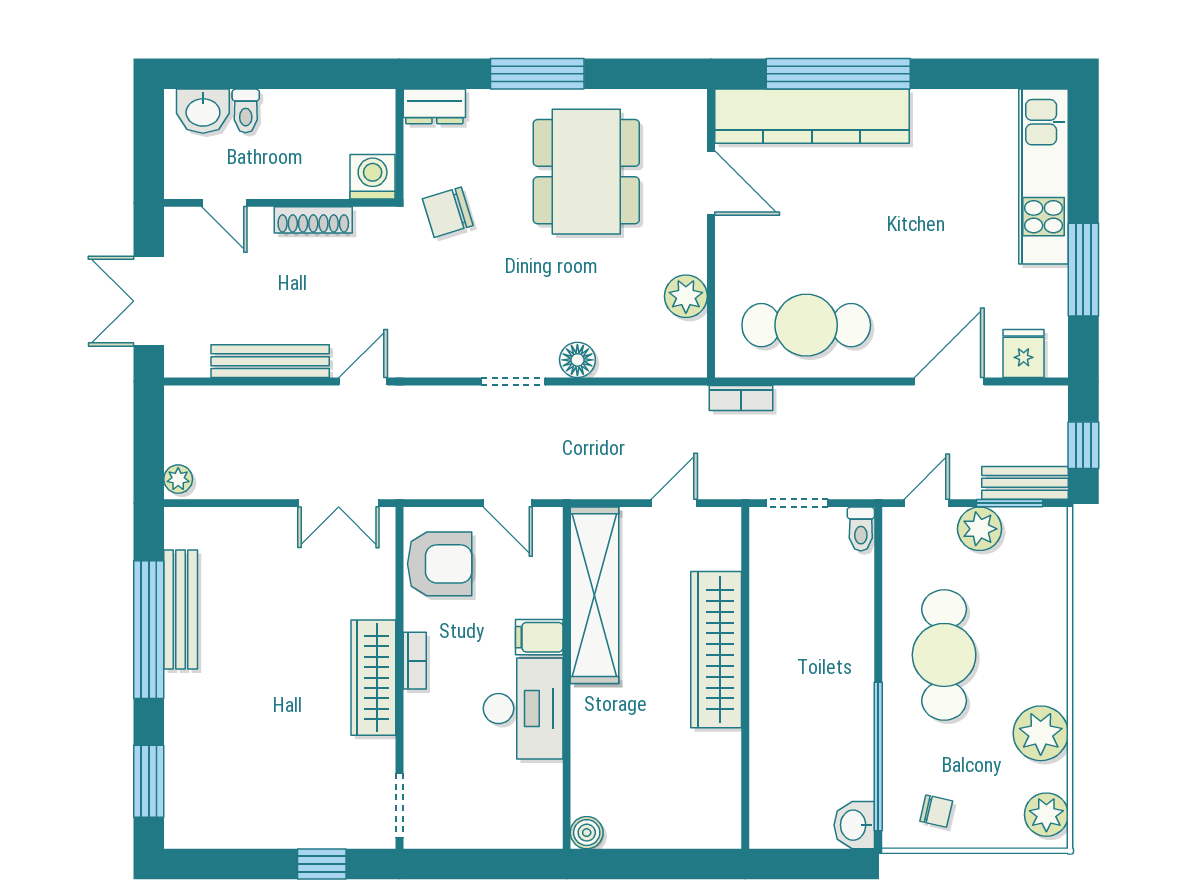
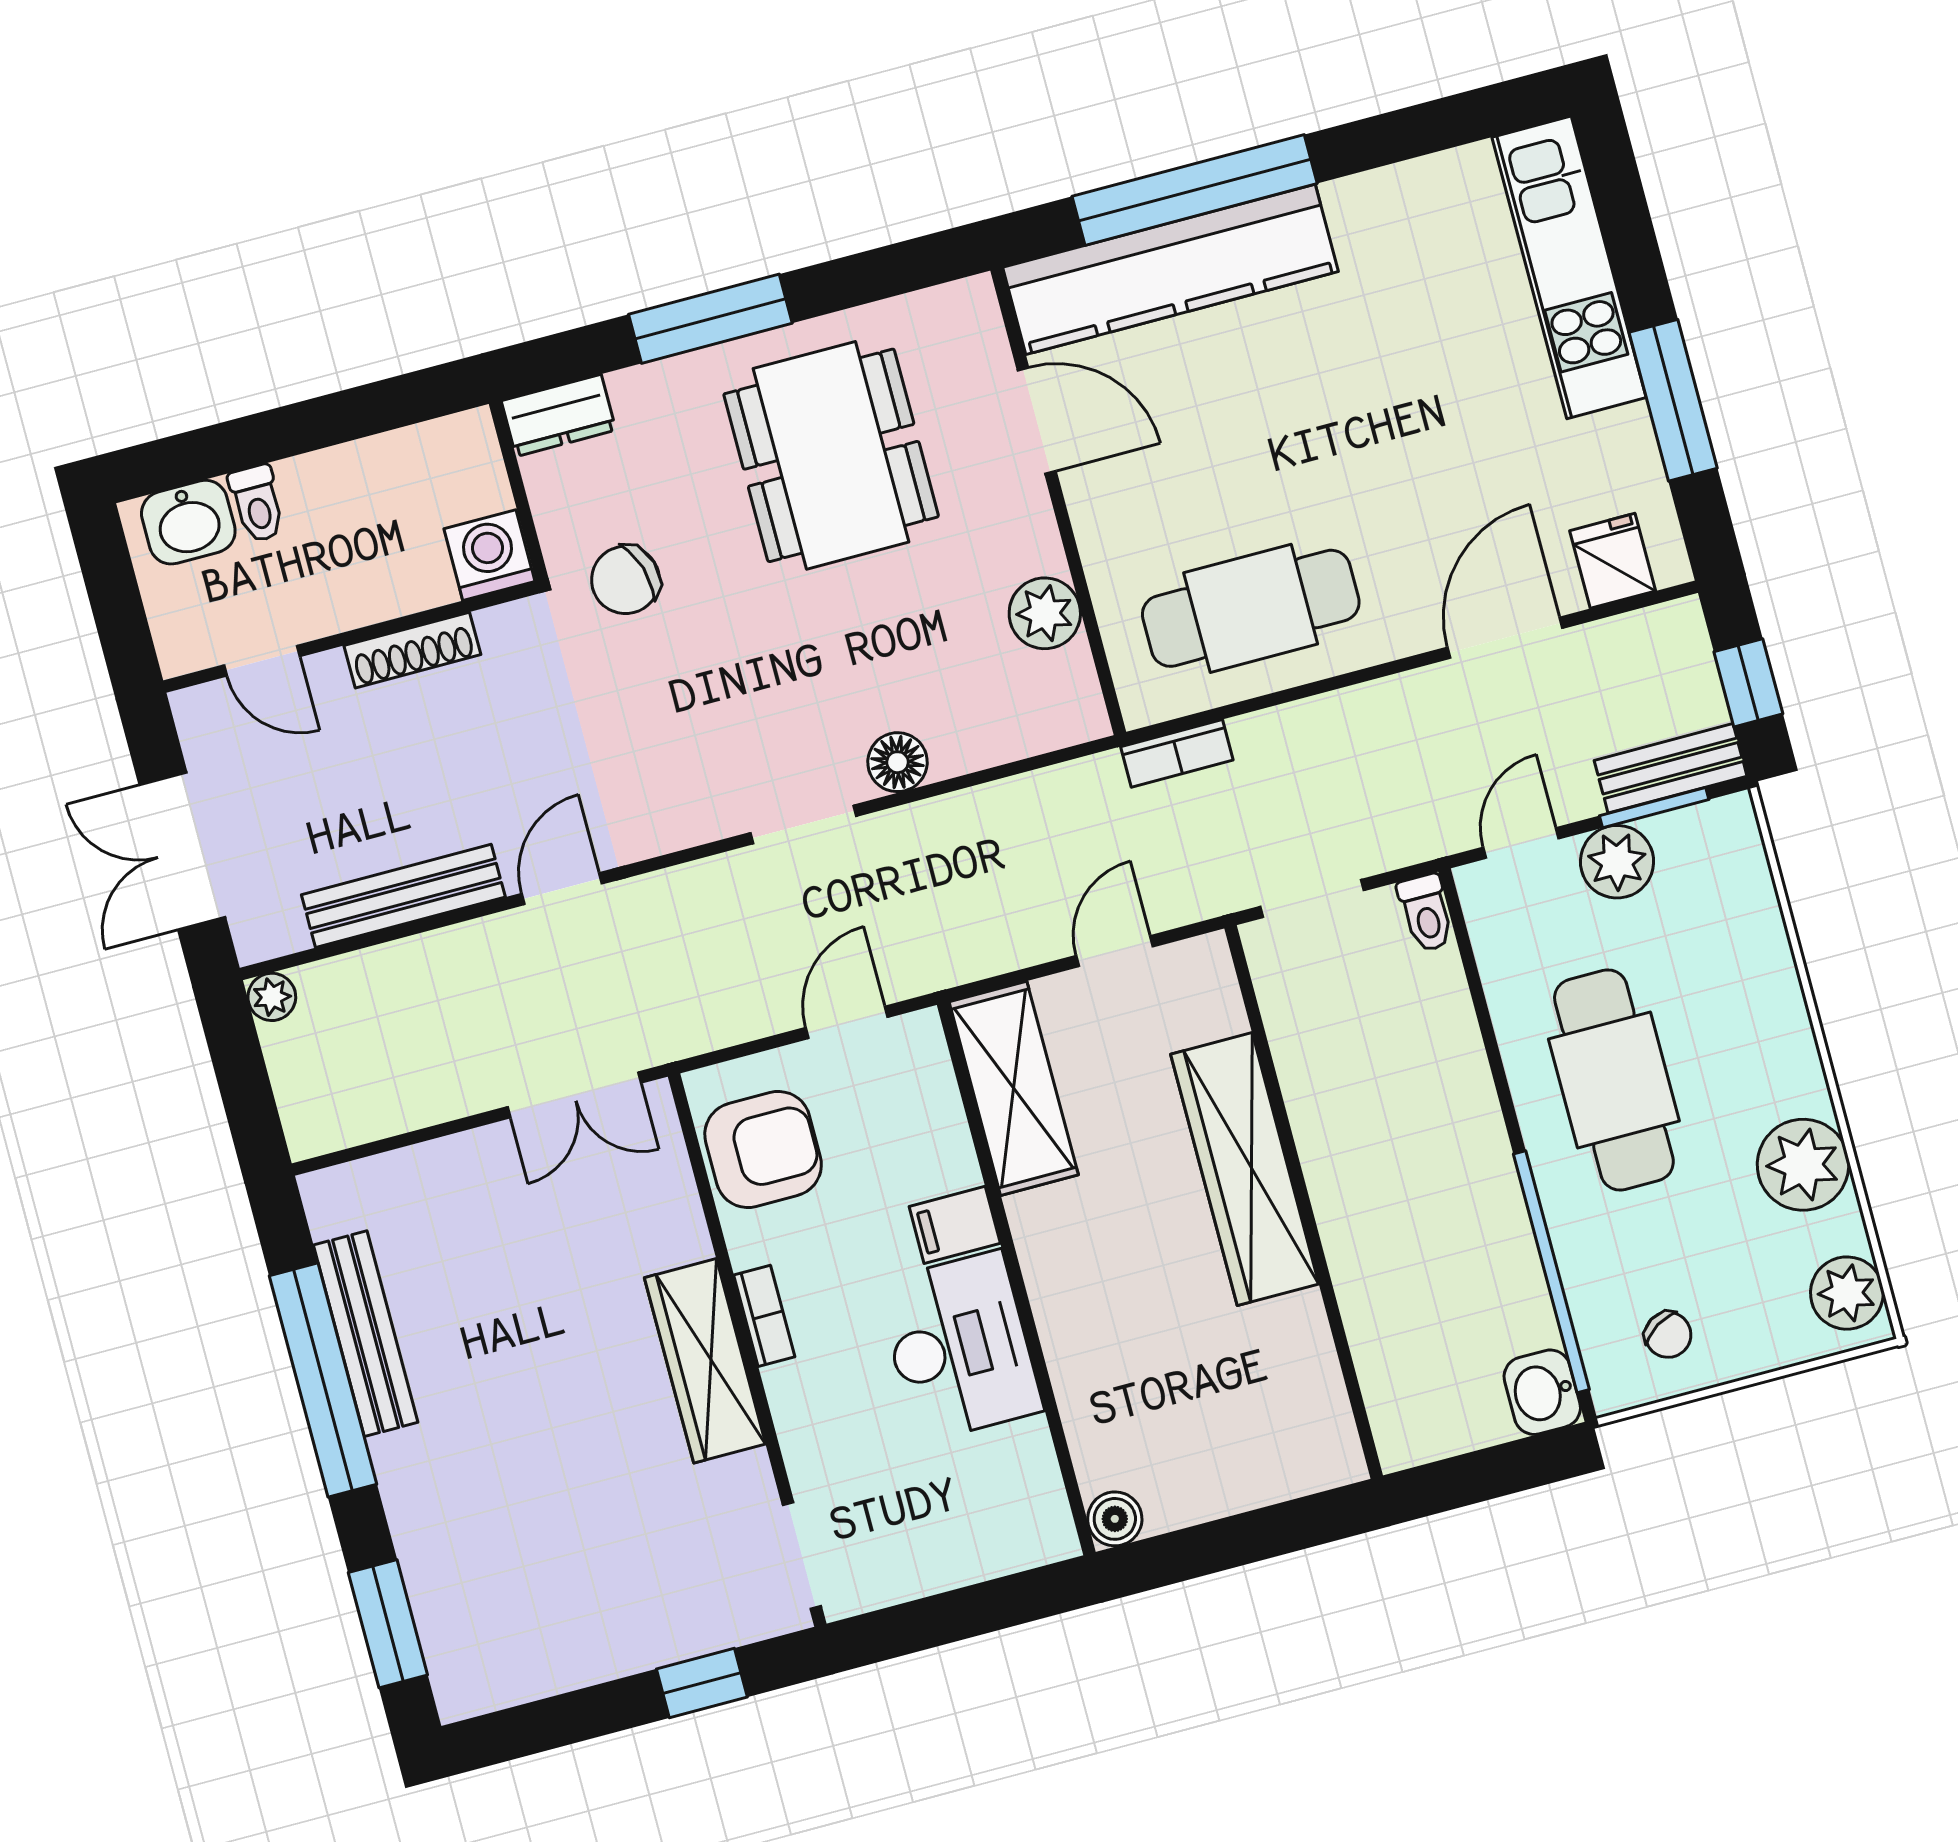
plant: (178, 479) -> (272, 997), moved
door: (508, 503) -> (847, 1022), swing flipped
shelving: (595, 595) -> (1014, 1088), width x0.68
chair: (936, 811) -> (1668, 1335), turned 45

